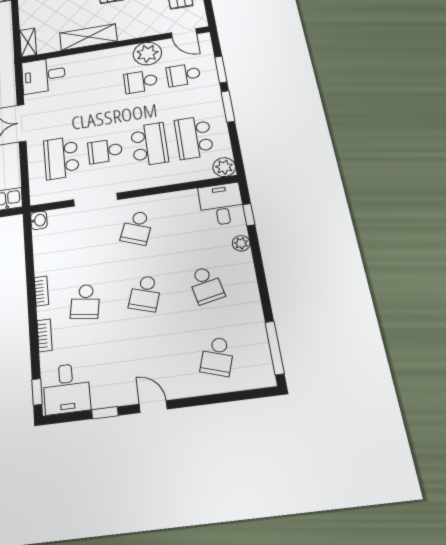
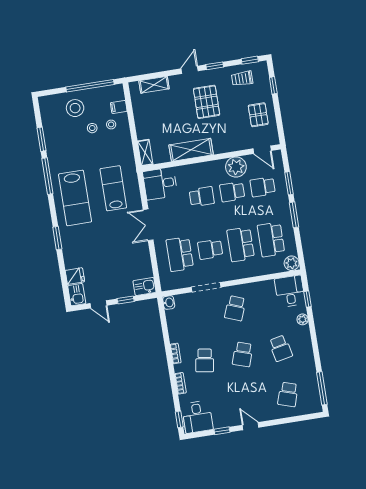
school desk: (98, 88) -> (202, 197), added
school desk: (149, 144) -> (241, 244), turned 180

